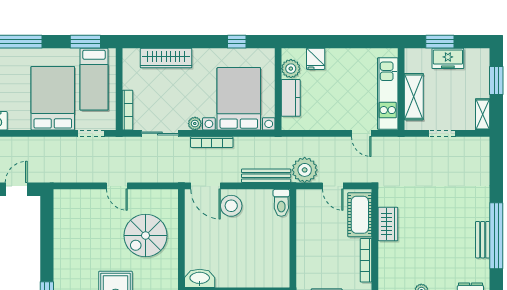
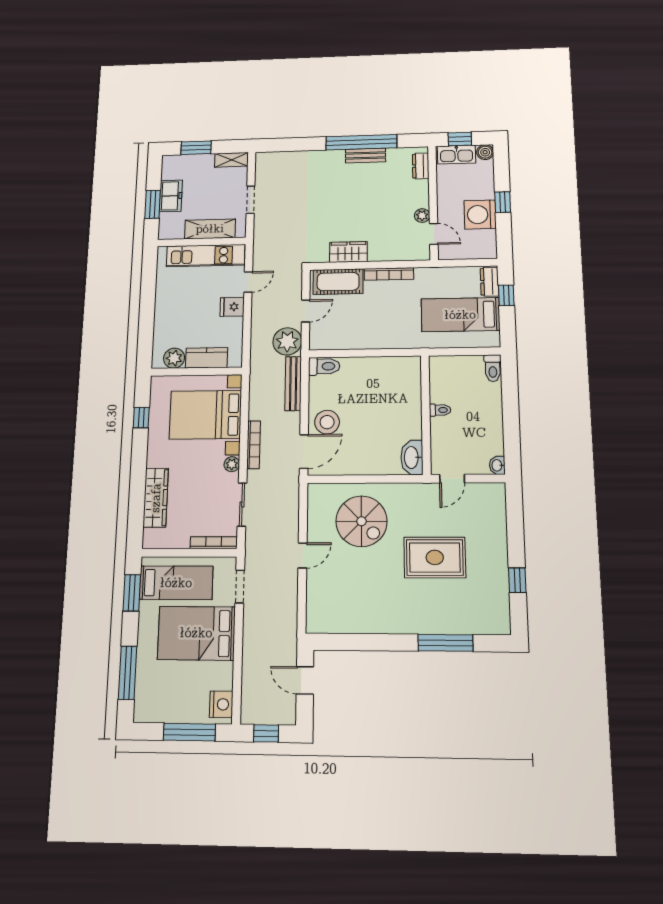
fridge: (316, 59) -> (232, 307), moved, turned 180

